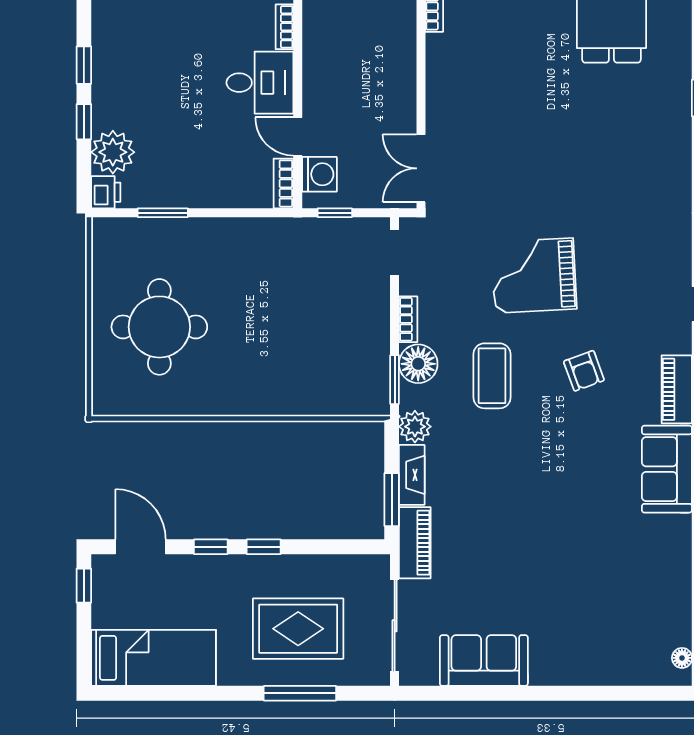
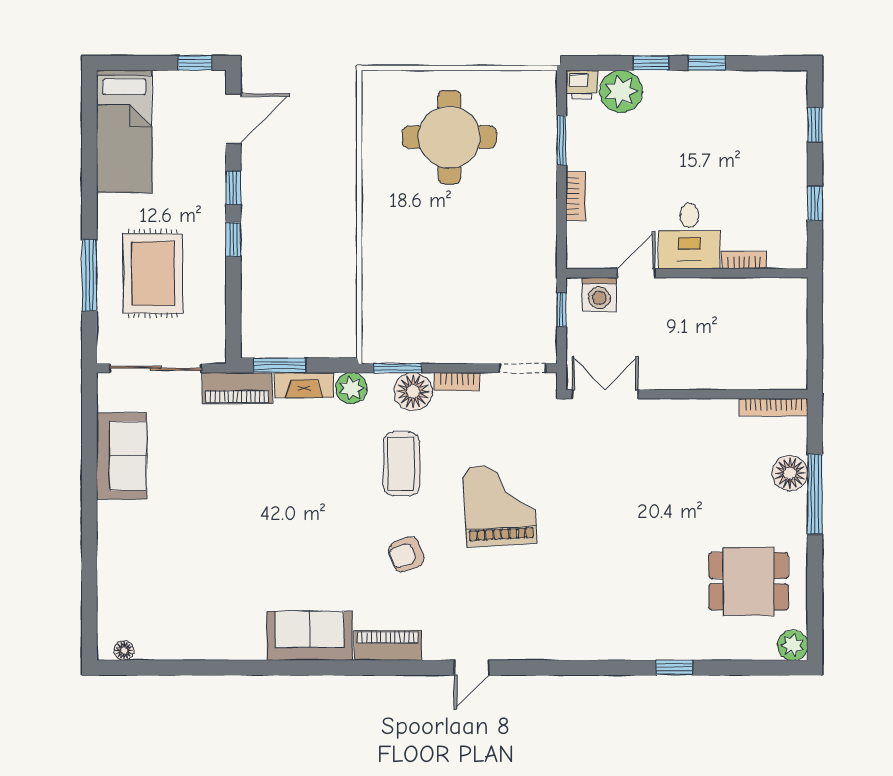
bookcase: (283, 183) -> (576, 196), moved, turned 90
coffee table: (492, 376) -> (401, 464), turned 90

